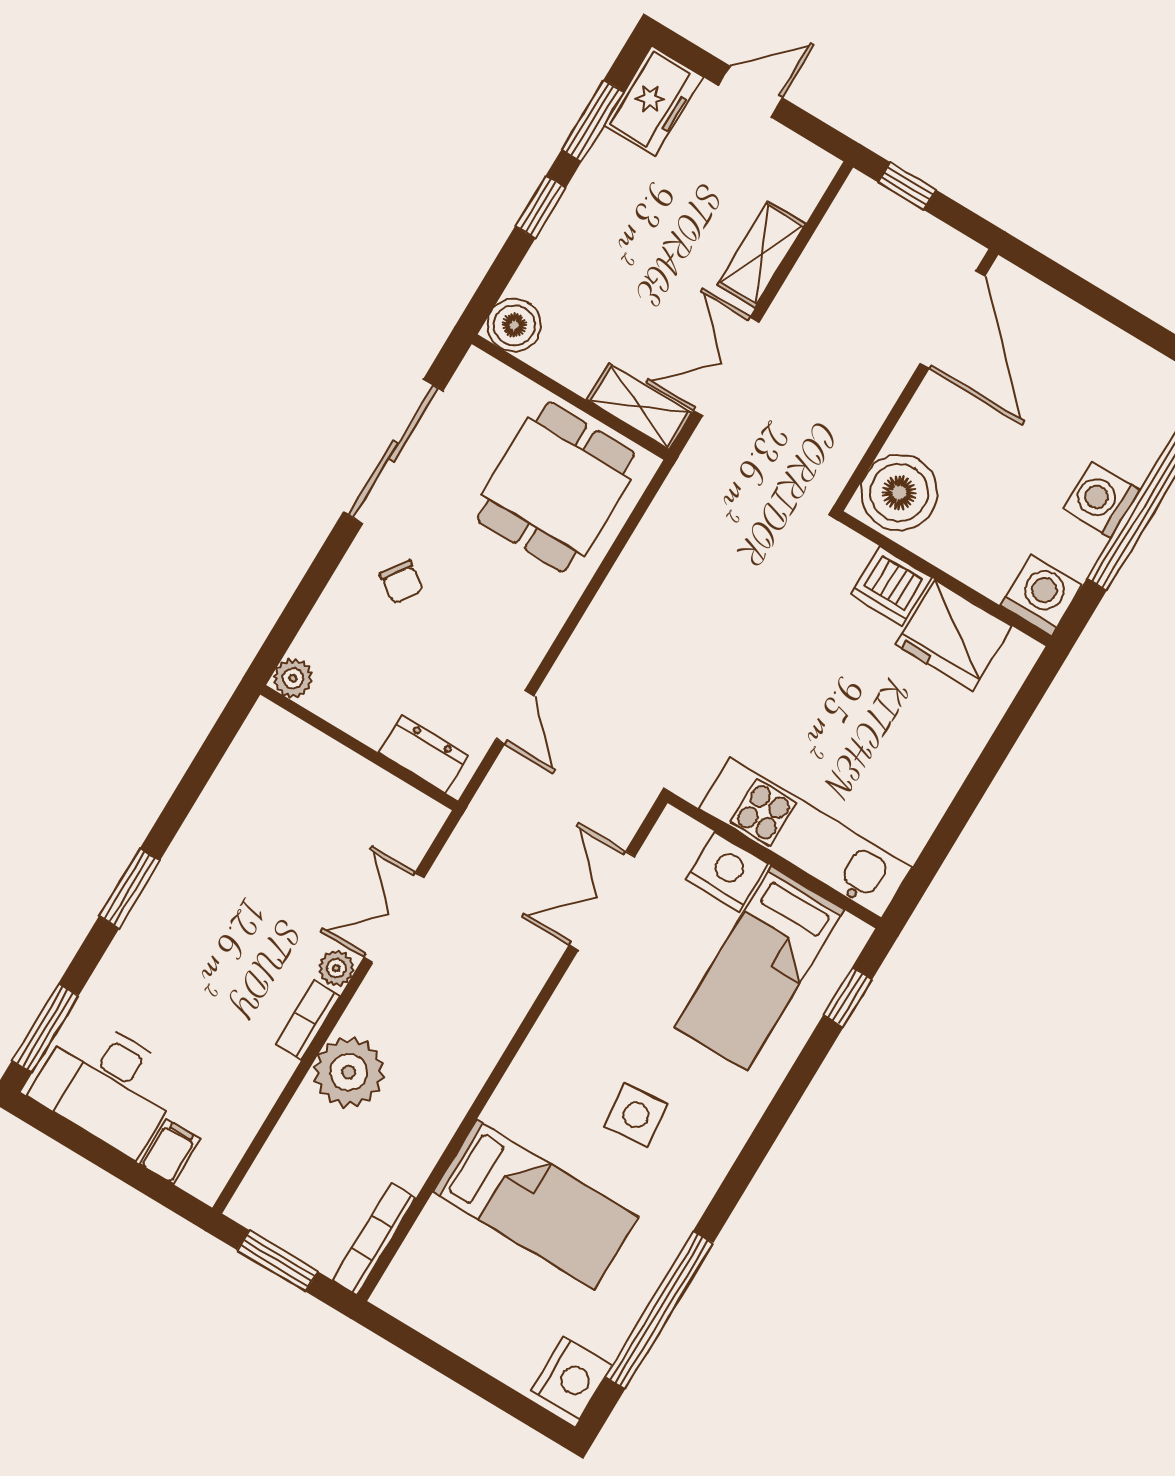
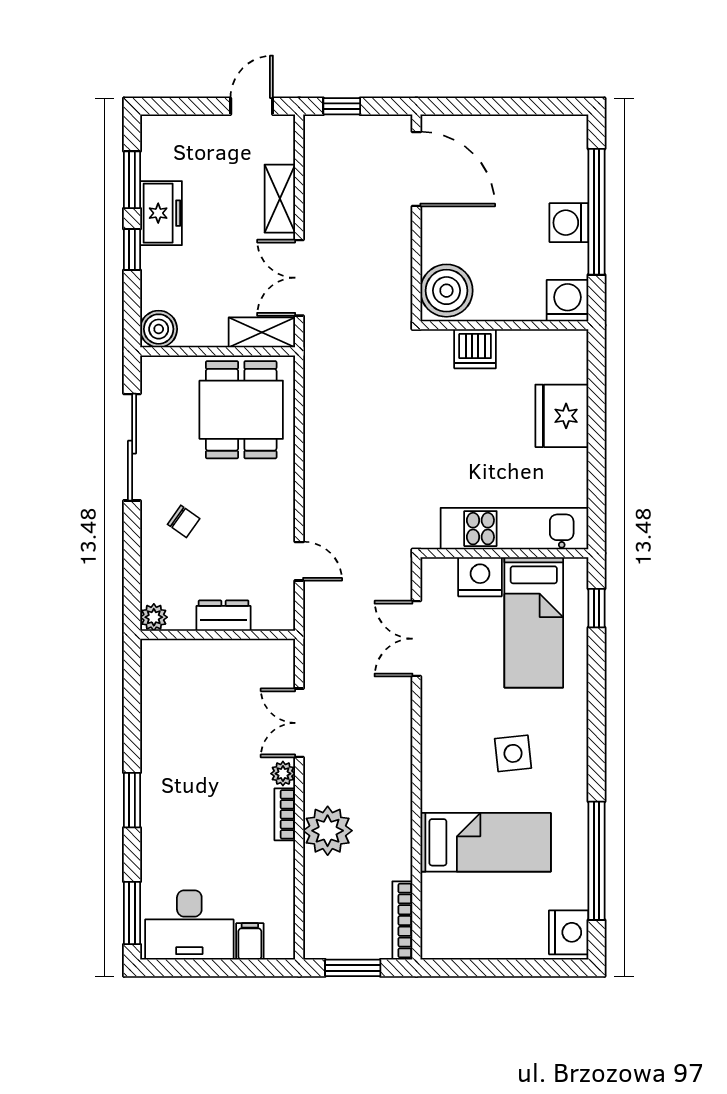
door: (750, 92) -> (252, 106), moved
freezer: (653, 101) -> (161, 213), moved
fridge: (954, 635) -> (562, 416), moved, turned 90
dresser: (424, 754) -> (224, 616), moved

